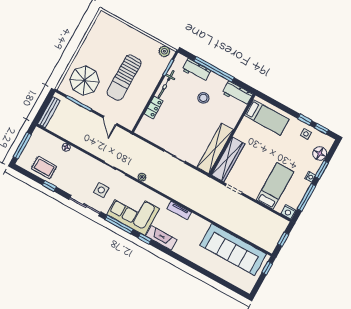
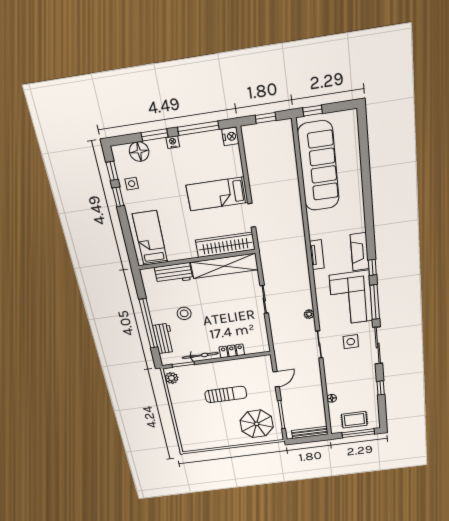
sun lounger: (124, 78) -> (226, 394), width x0.73, depth x0.75
workbench: (238, 94) -> (174, 273), moved, turned 90
rug: (44, 167) -> (354, 420), moved, turned 90
bed: (275, 186) -> (217, 194), moved

